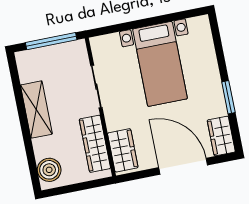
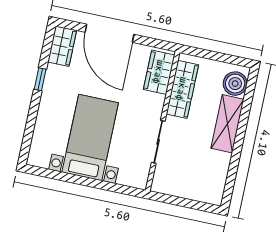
window: (51, 41) -> (182, 202), removed
window: (228, 97) -> (40, 79), width x0.67
shelving: (36, 110) -> (227, 124), moved

